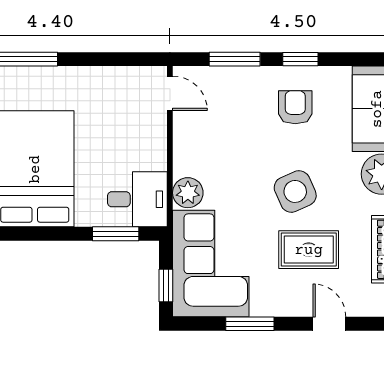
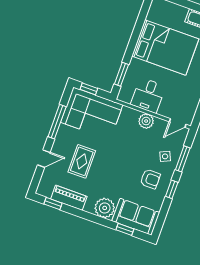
side table: (295, 191) -> (165, 156), moved, width x0.54, depth x0.54
plant: (188, 193) -> (146, 121), moved
desk: (137, 199) -> (148, 95), moved
window: (250, 324) -> (57, 122), width x1.44

